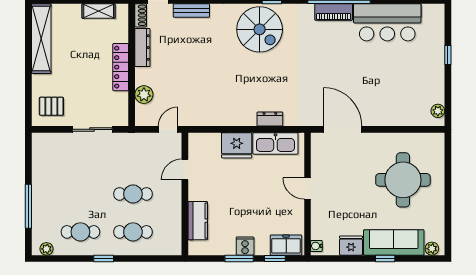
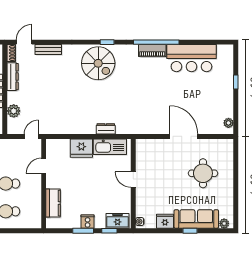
door: (343, 129) -> (184, 136), moved
round table: (403, 180) -> (203, 173), width x0.73, depth x0.73

